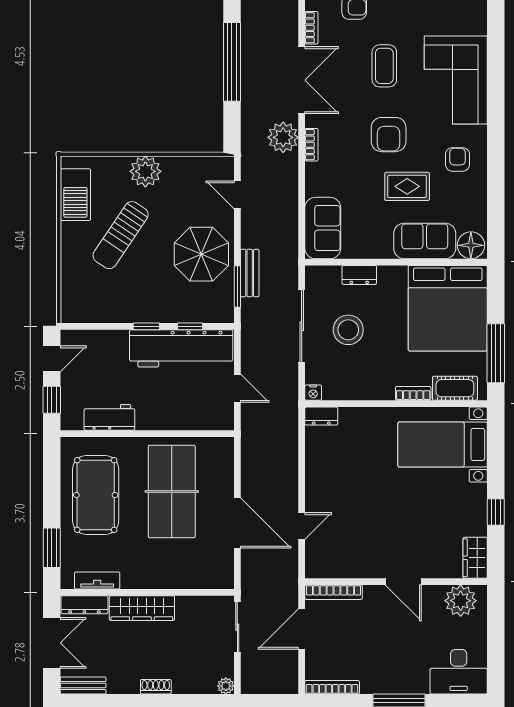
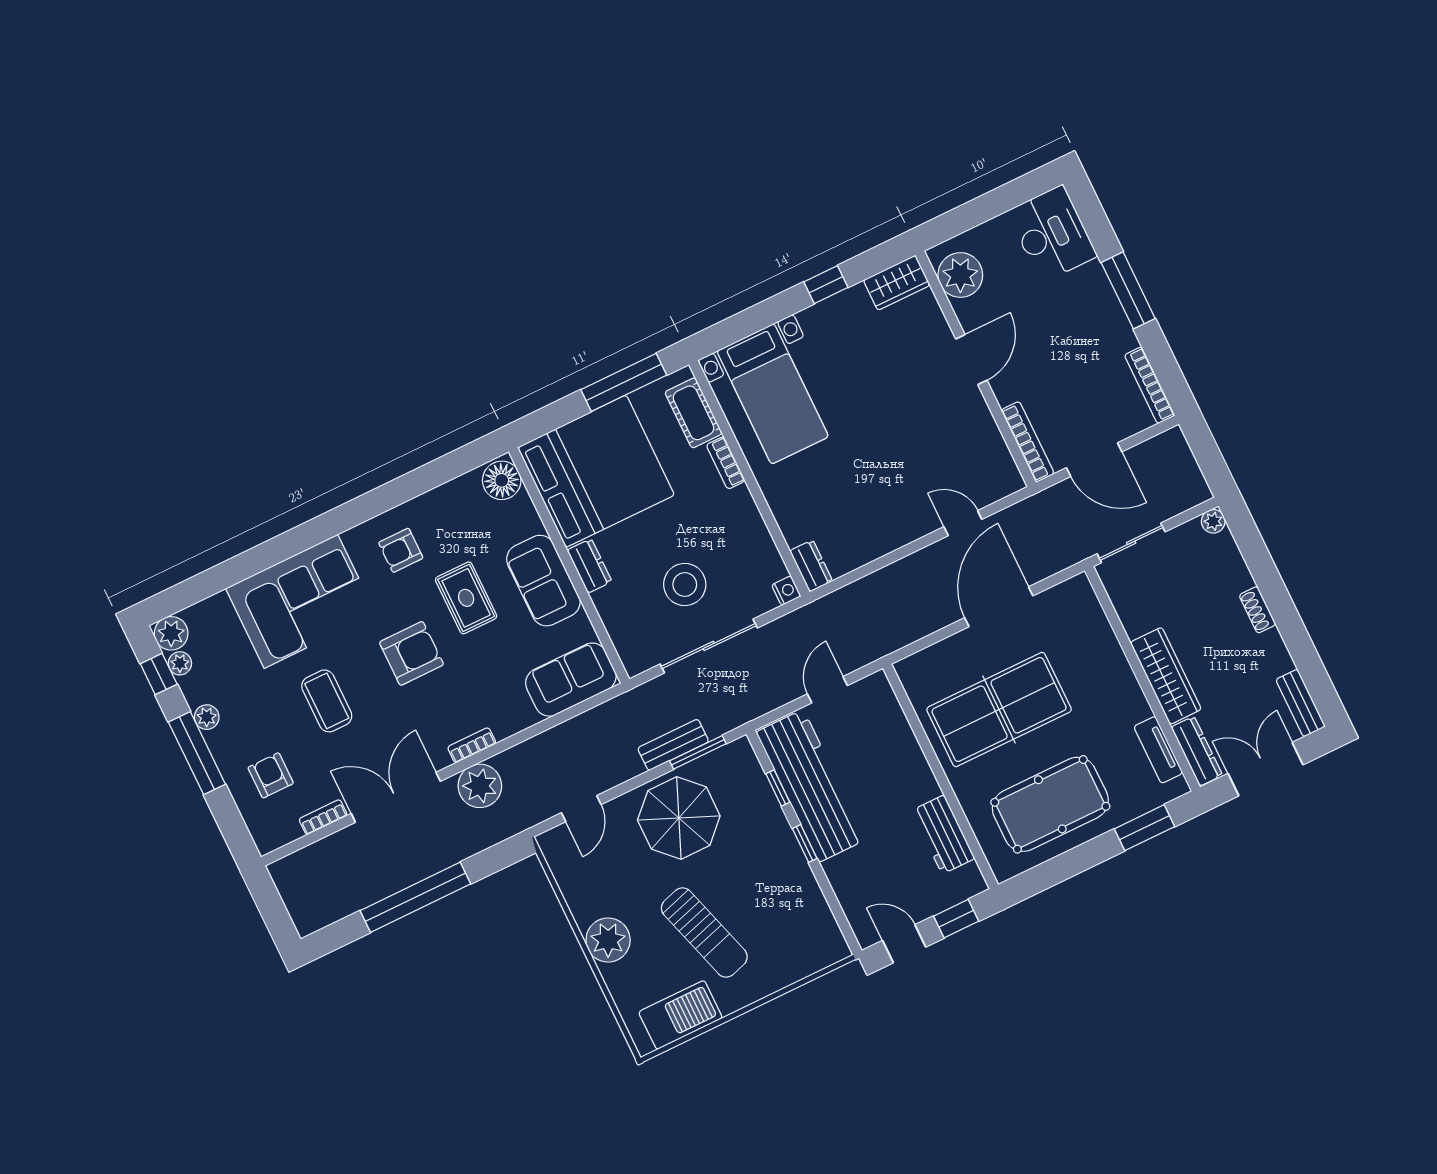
coffee table: (384, 66) -> (327, 701), turned 90
sun lounger: (121, 235) -> (704, 932), turned 39
sofa: (425, 241) -> (543, 581), moved
dresser: (359, 275) -> (589, 566), moved

